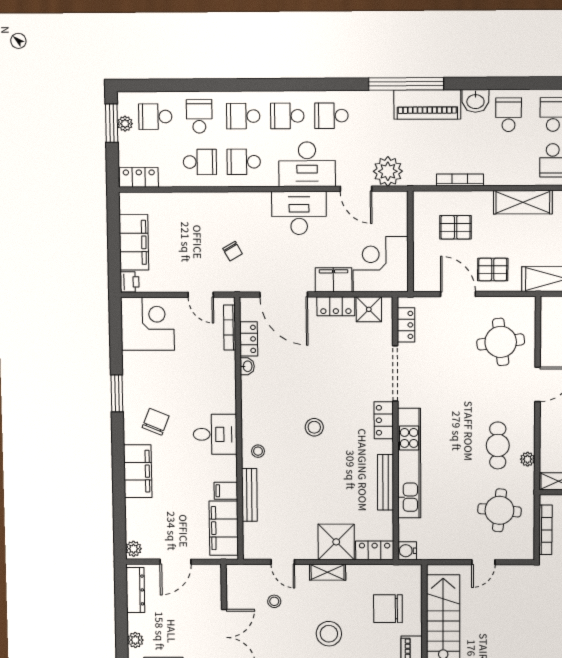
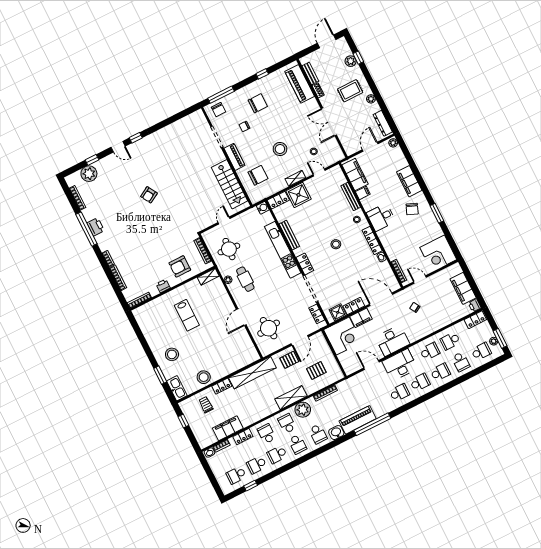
plant: (388, 171) -> (303, 410), moved
printer: (130, 282) -> (475, 305), moved
door: (458, 294) -> (300, 340), hinge flipped
locker: (249, 339) -> (372, 240), moved, width x1.53

